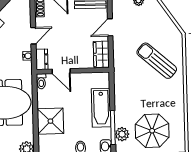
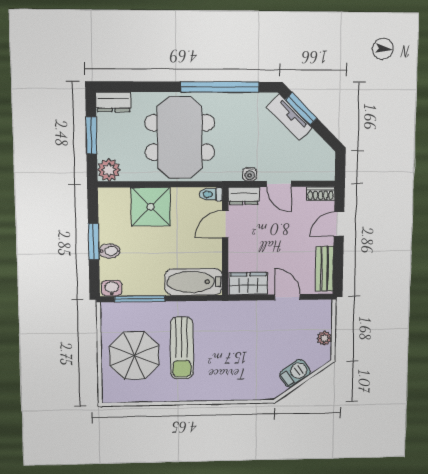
barbecue: (164, 20) -> (295, 373), added
sun lounger: (157, 61) -> (182, 348), moved, turned 139
bathtub: (101, 108) -> (194, 282), moved
plant: (122, 134) -> (130, 312), removed

